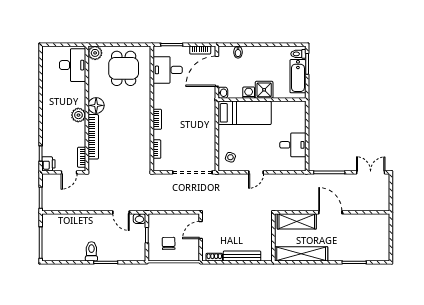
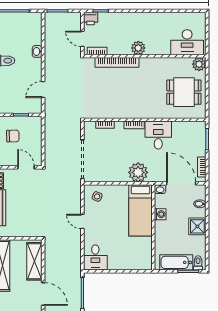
desk: (168, 70) -> (158, 135), moved
shower: (264, 90) -> (197, 226), moved
floor lamp: (96, 105) -> (148, 65), removed
plant: (206, 115) -> (138, 172), added
desk: (293, 145) -> (95, 257), moved
door: (330, 212) -> (43, 294), hinge flipped
washbasin: (140, 219) -> (37, 51), moved

